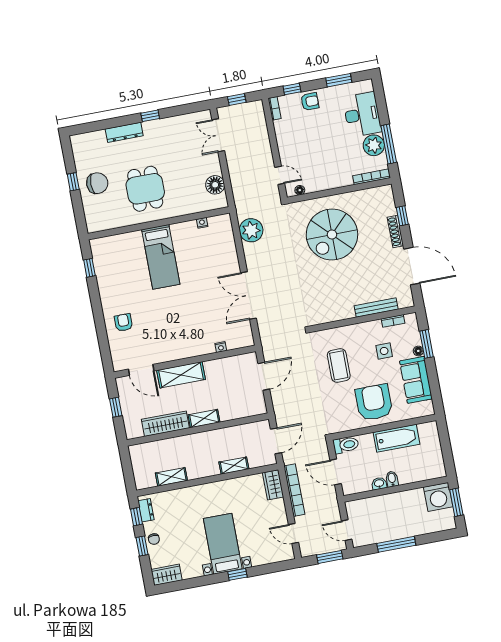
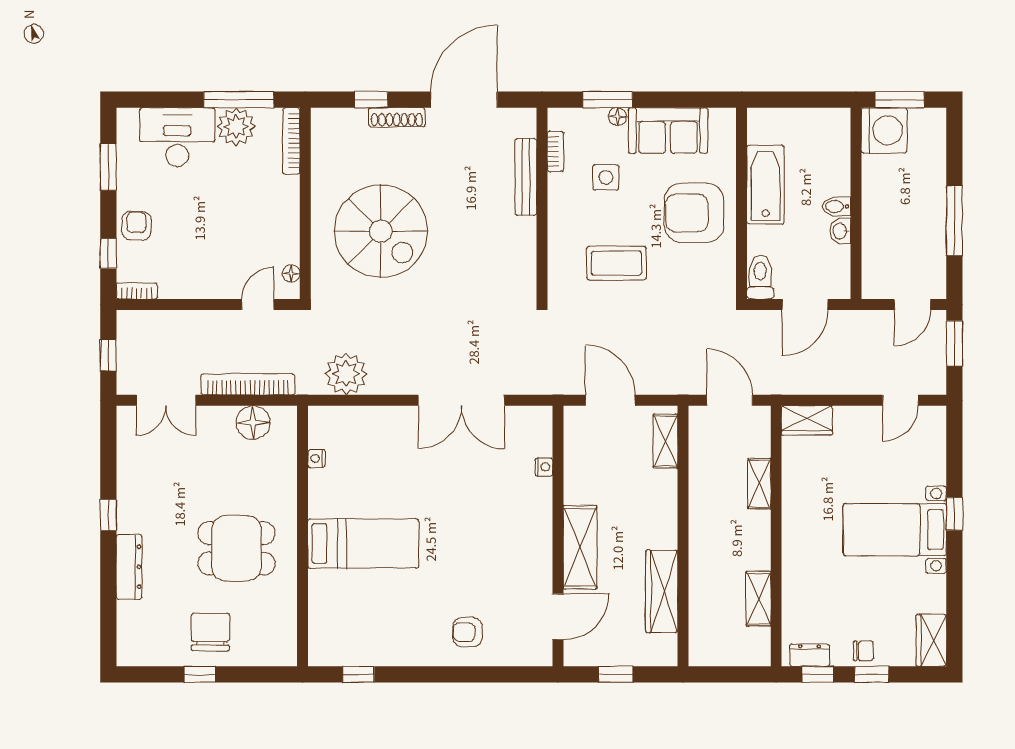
shelving: (204, 418) -> (666, 441), moved
bookcase: (294, 490) -> (248, 384), moved

